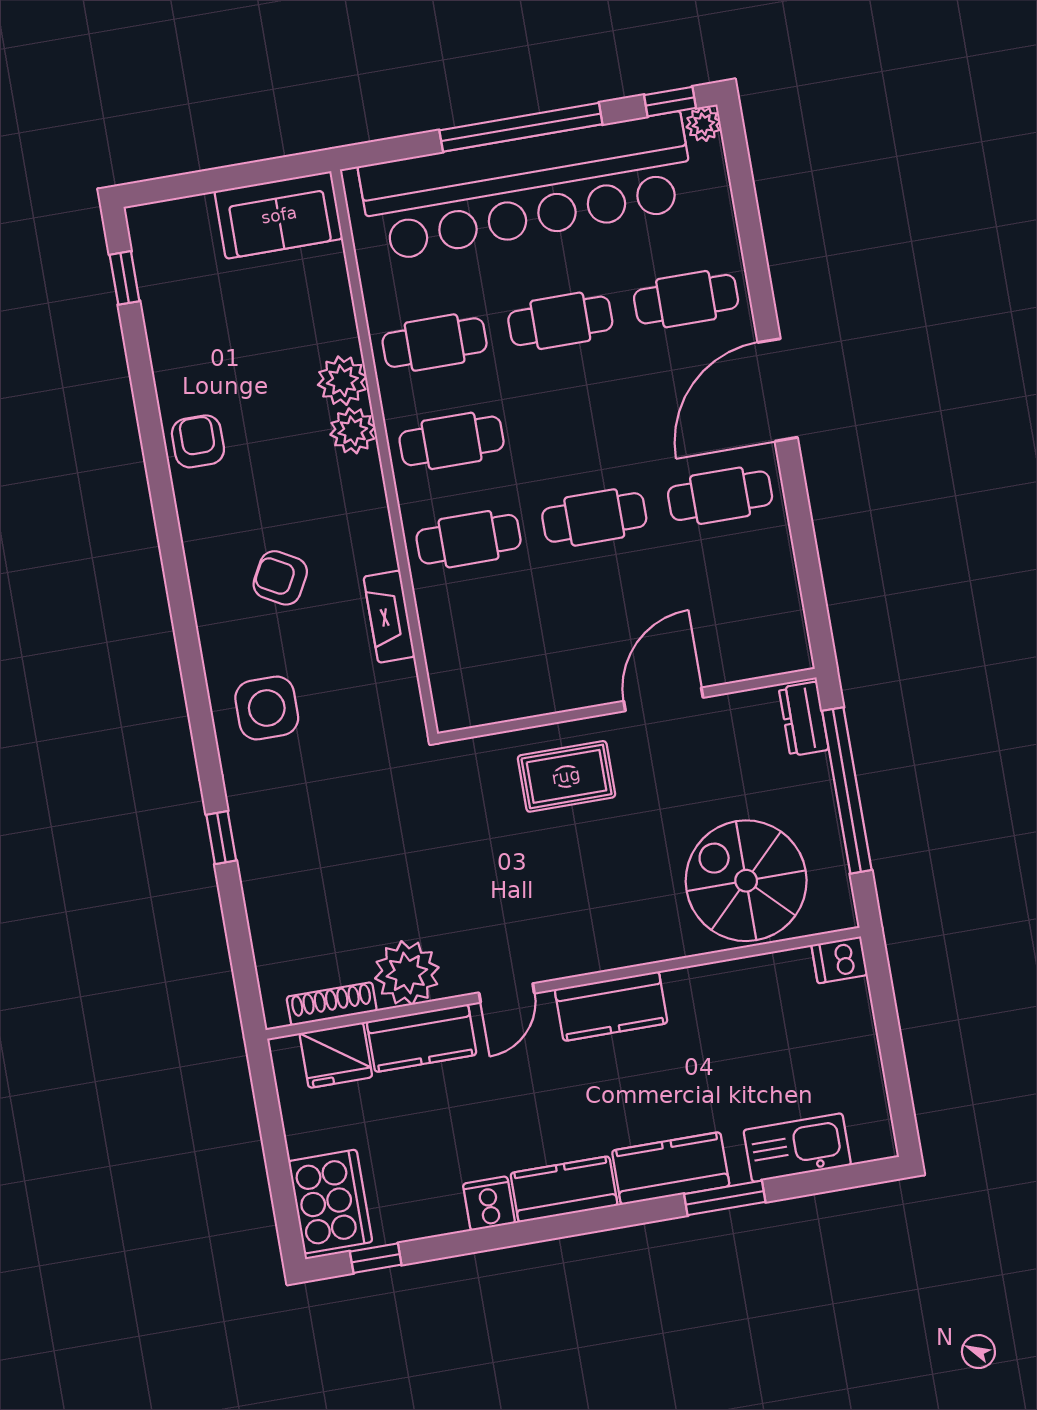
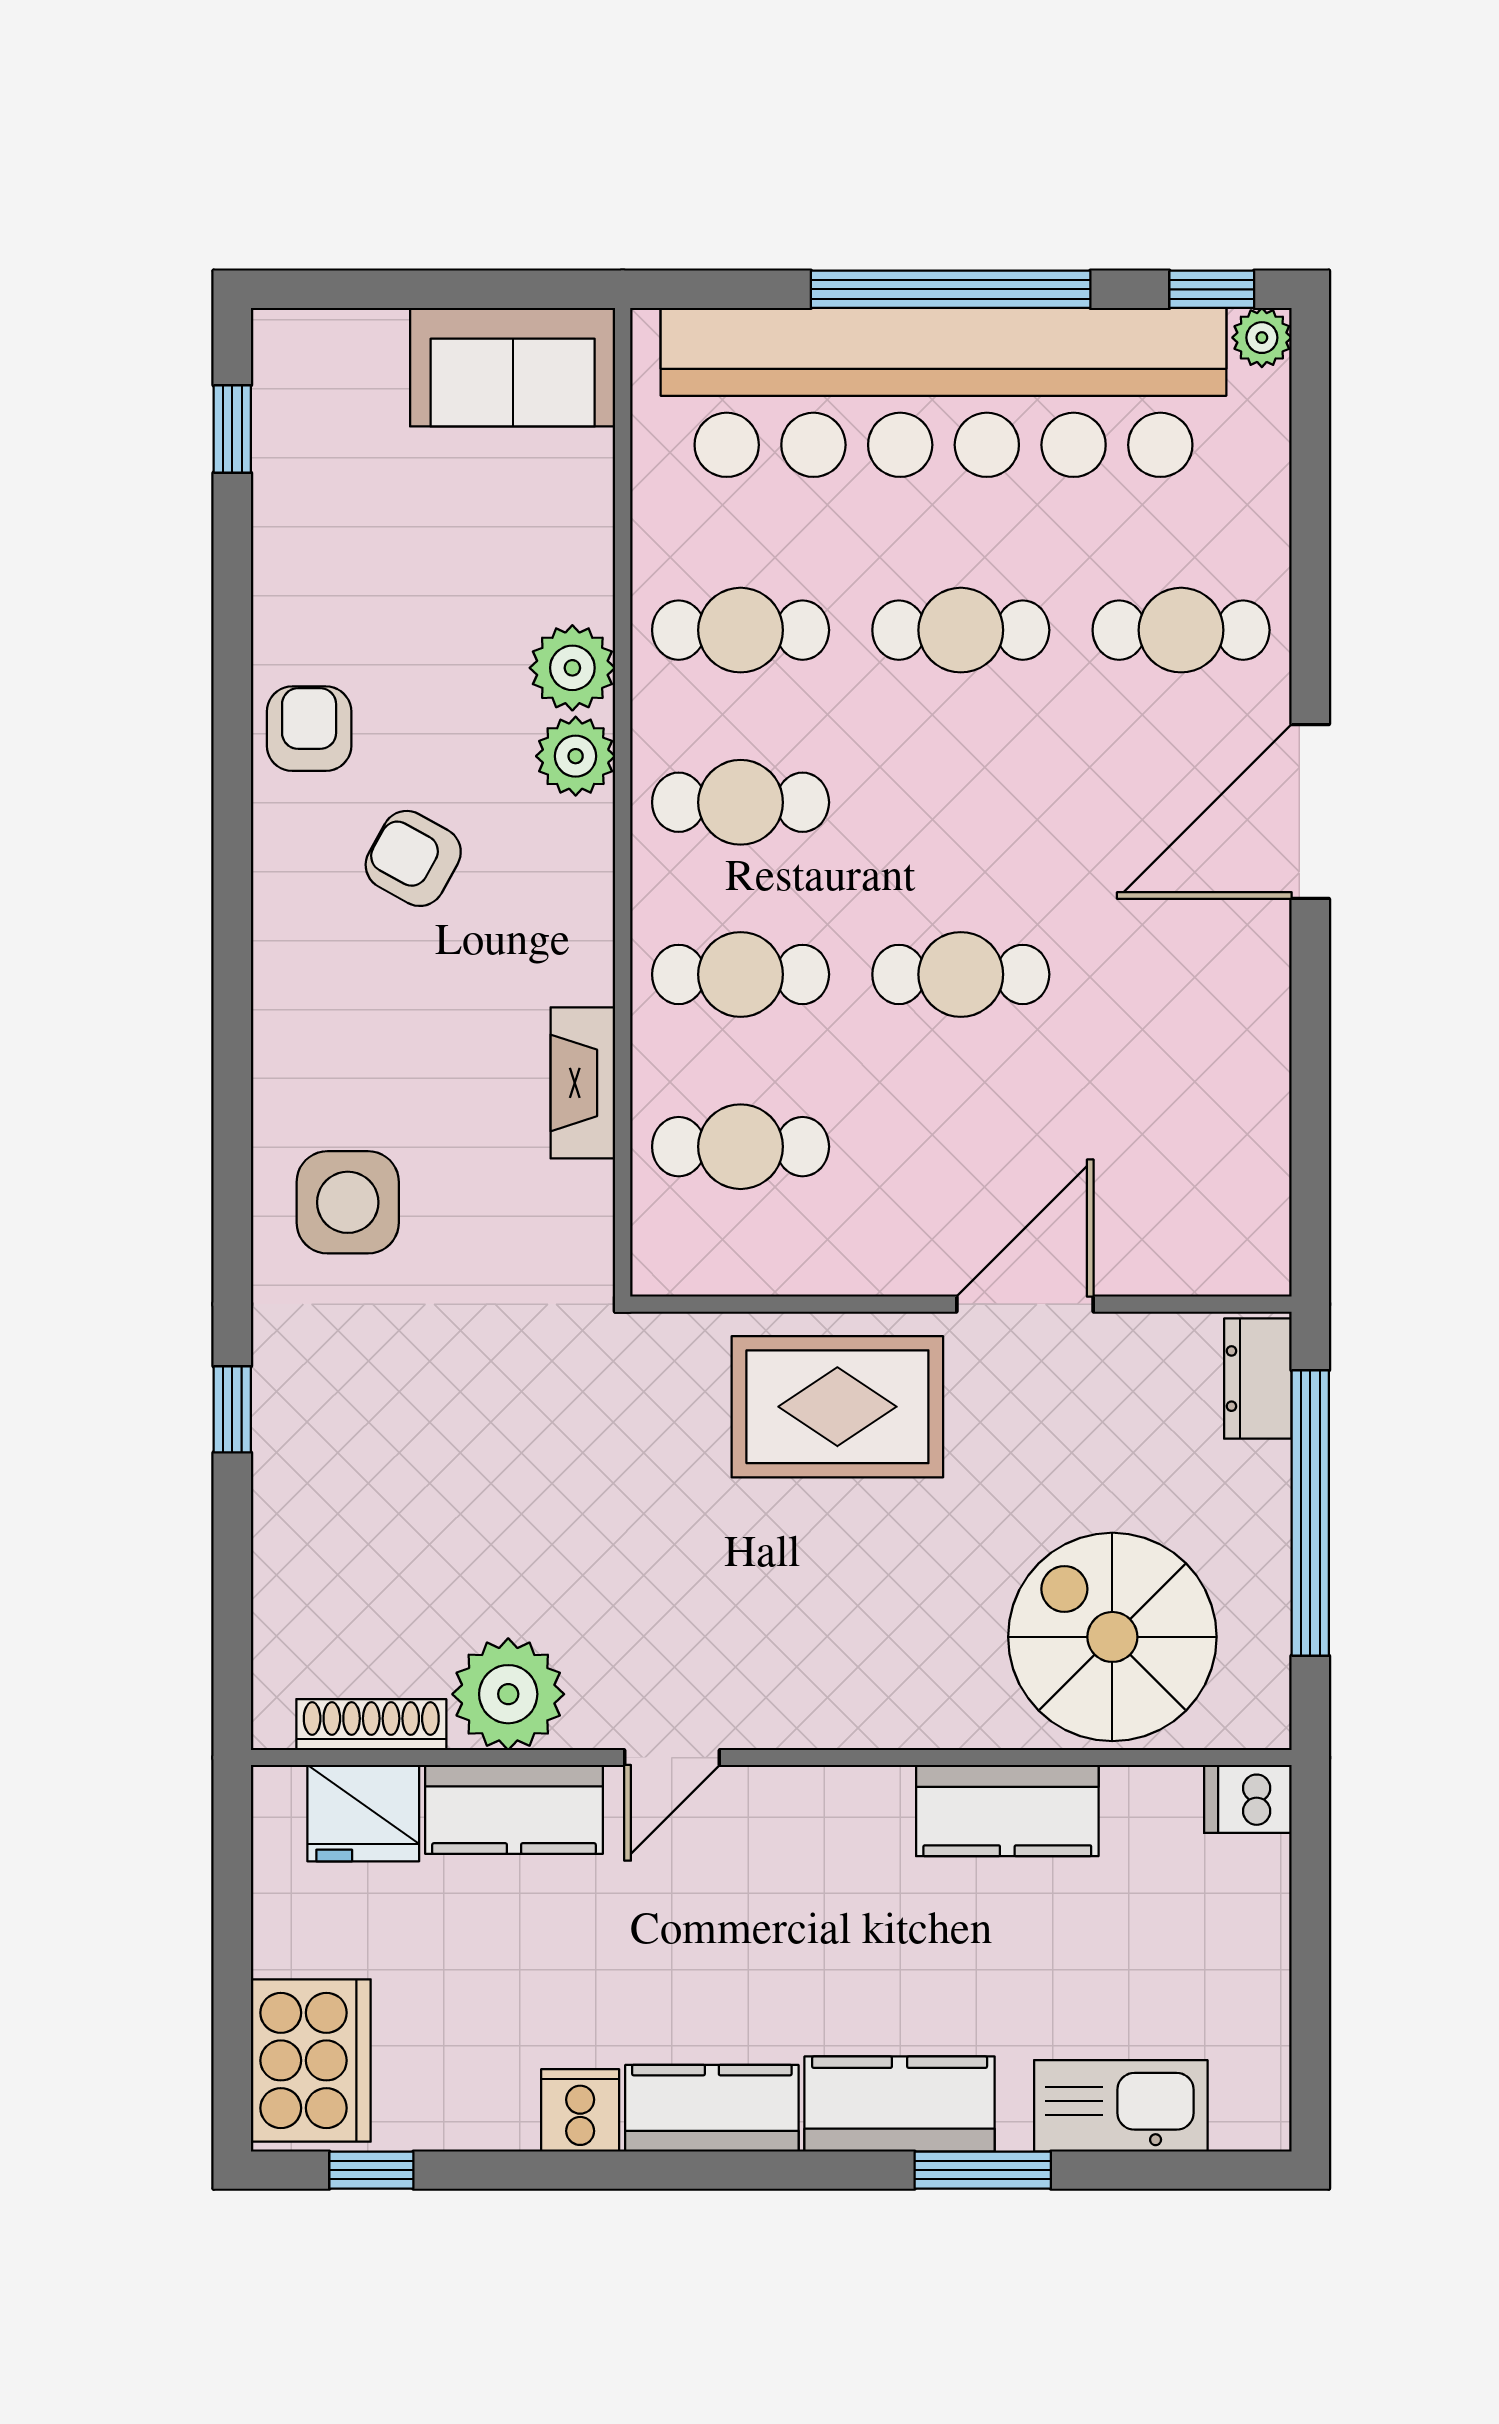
cafe table: (720, 496) -> (741, 1147), moved
armchair: (280, 578) -> (413, 858), moved
rug: (566, 776) -> (837, 1407), width x1.36, depth x1.43
kitchen counter: (611, 1006) -> (1007, 1811), moved

